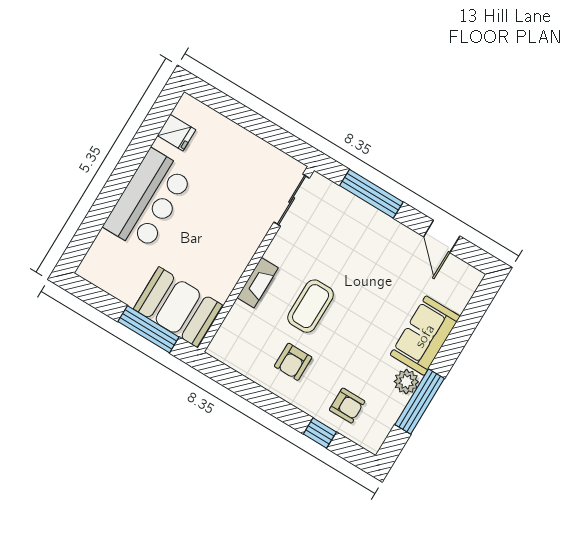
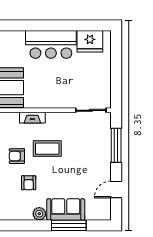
fridge: (177, 133) -> (90, 41), width x1.88, depth x1.34
fireplace: (258, 283) -> (32, 118), moved
window: (420, 401) -> (69, 225), moved
armchair: (347, 406) -> (29, 183), moved

